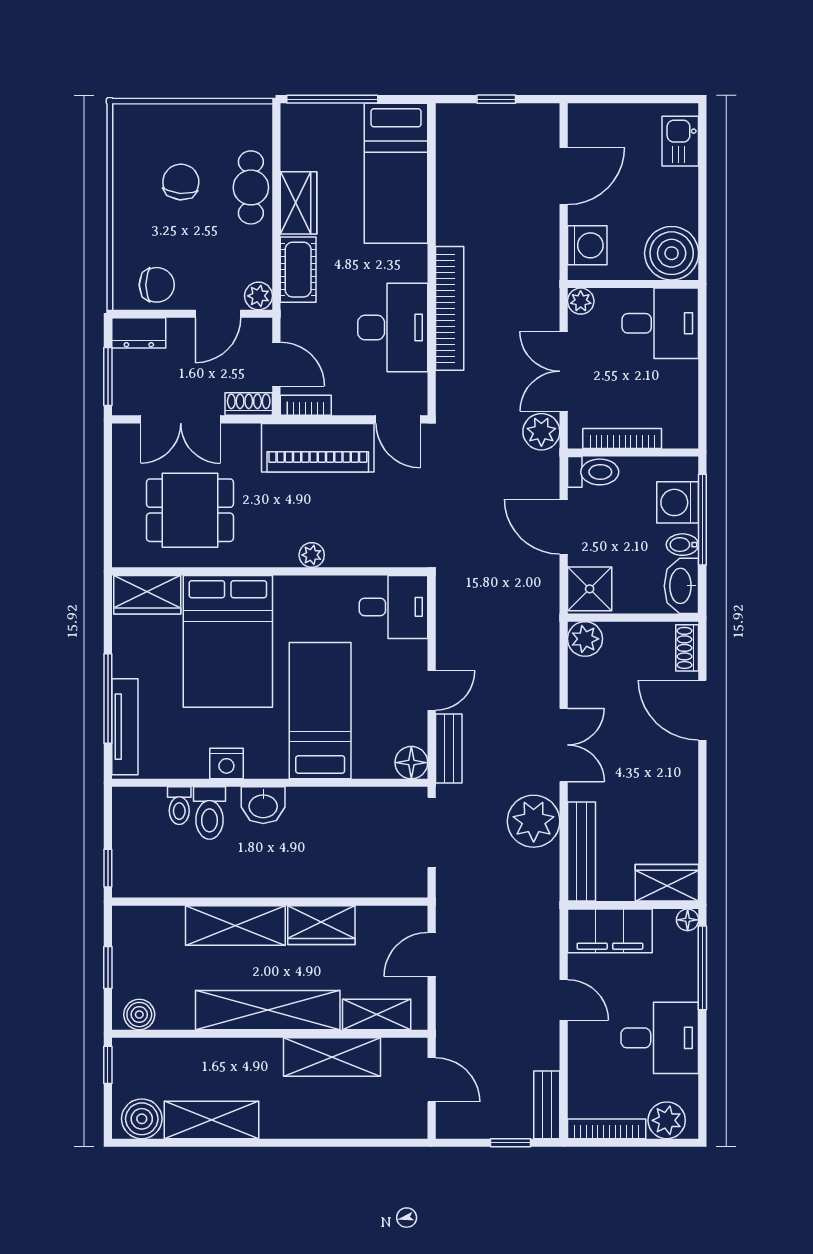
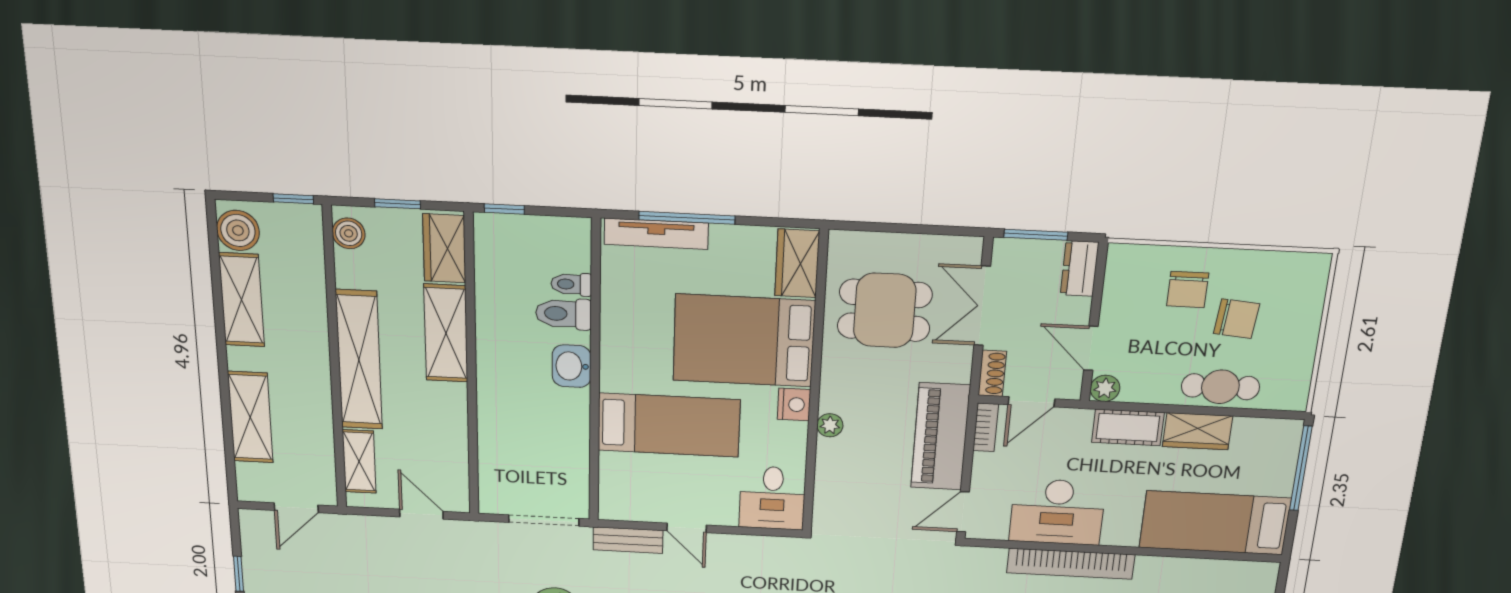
chair: (157, 285) -> (1188, 289), moved
dining table: (190, 510) -> (885, 310), turned 90
floor lamp: (411, 763) -> (614, 506), removed
nightstand: (226, 764) -> (794, 404), moved, turned 180
wardrobe: (321, 925) -> (444, 248), moved
shelving: (332, 1057) -> (250, 417), moved

